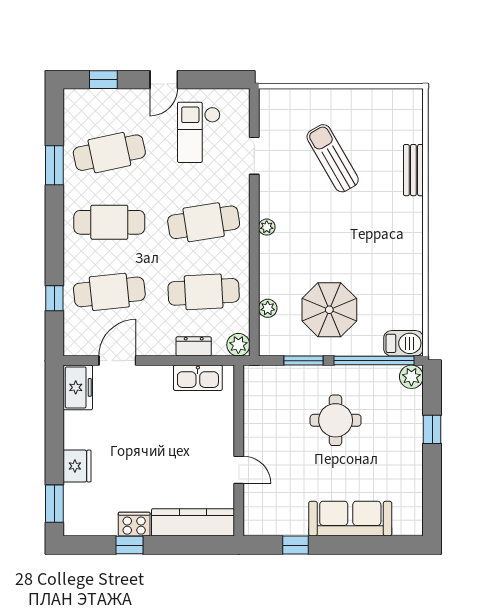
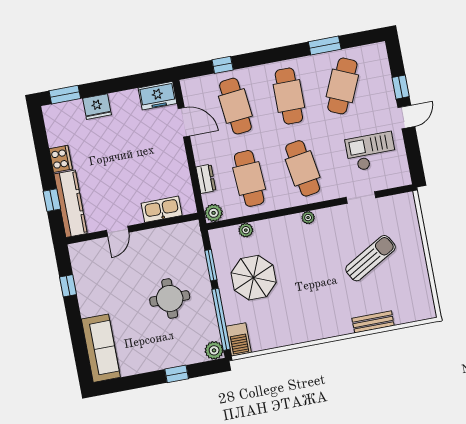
window: (103, 80) -> (401, 87), moved
door: (164, 80) -> (406, 117), swing flipped
cafe table: (109, 153) -> (342, 86), turned 36
kitchen sink: (198, 378) -> (162, 209), moved, turned 90
sofa: (350, 519) -> (101, 348), moved
window: (130, 545) -> (52, 200), moved

